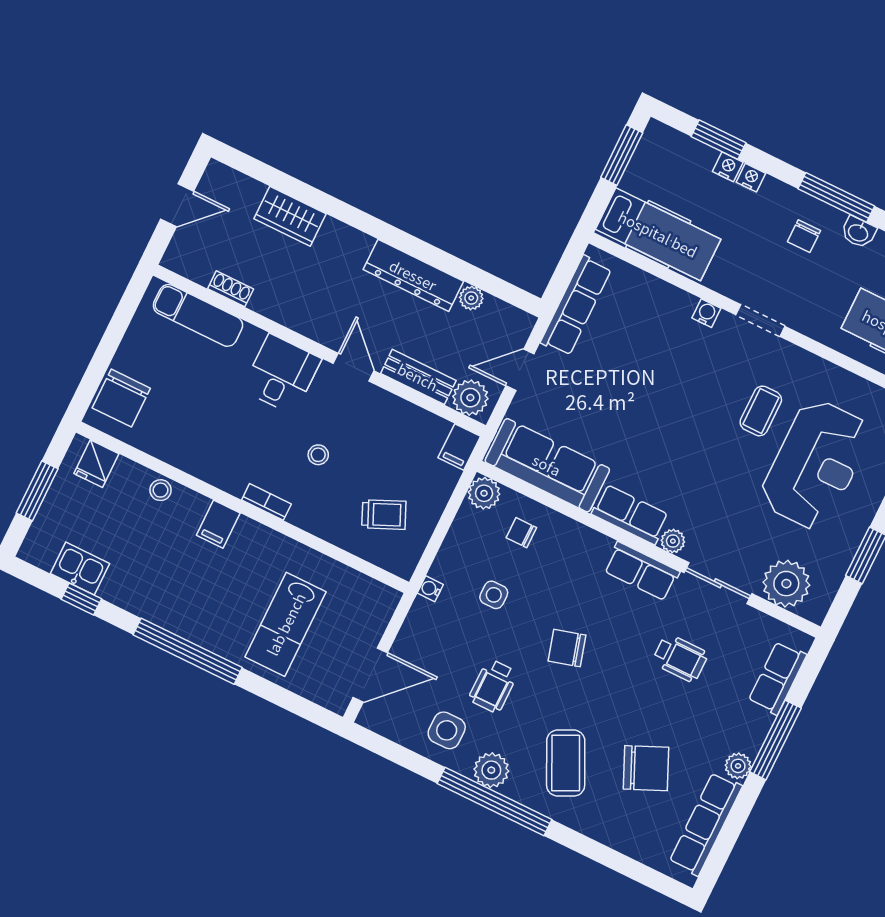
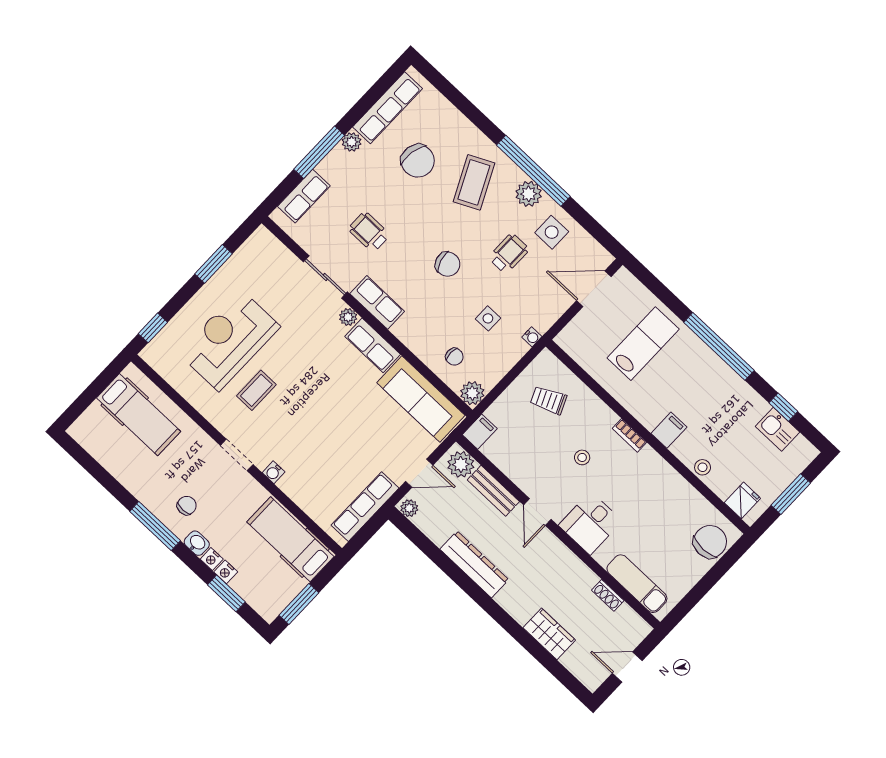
washbasin: (858, 232) -> (197, 543), moved
plant: (471, 298) -> (409, 508), moved
plant: (786, 584) -> (277, 261), removed
chair: (646, 768) -> (418, 161), turned -146

